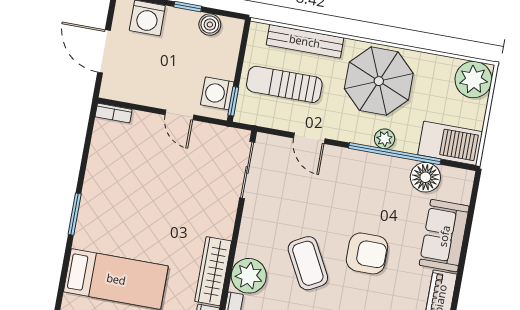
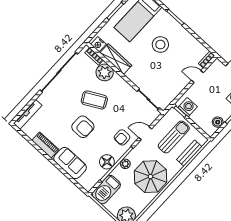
bench: (305, 41) -> (189, 153), width x0.73
door: (179, 115) -> (197, 77), moved
armchair: (342, 174) -> (122, 137), added
floor lamp: (425, 177) -> (107, 162), moved
stool: (139, 210) -> (160, 45), added
armchair: (367, 253) -> (83, 127), turned -90

